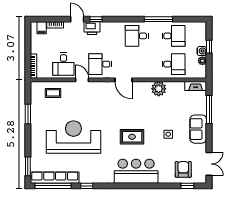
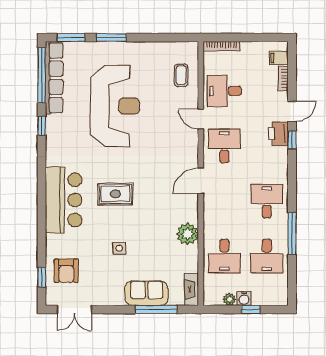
door: (82, 80) -> (201, 119), swing flipped
window: (28, 114) -> (112, 38), moved
sofa: (198, 129) -> (147, 293), moved
rug: (132, 137) -> (115, 194), turned 90
armchair: (183, 169) -> (66, 271), turned 90

